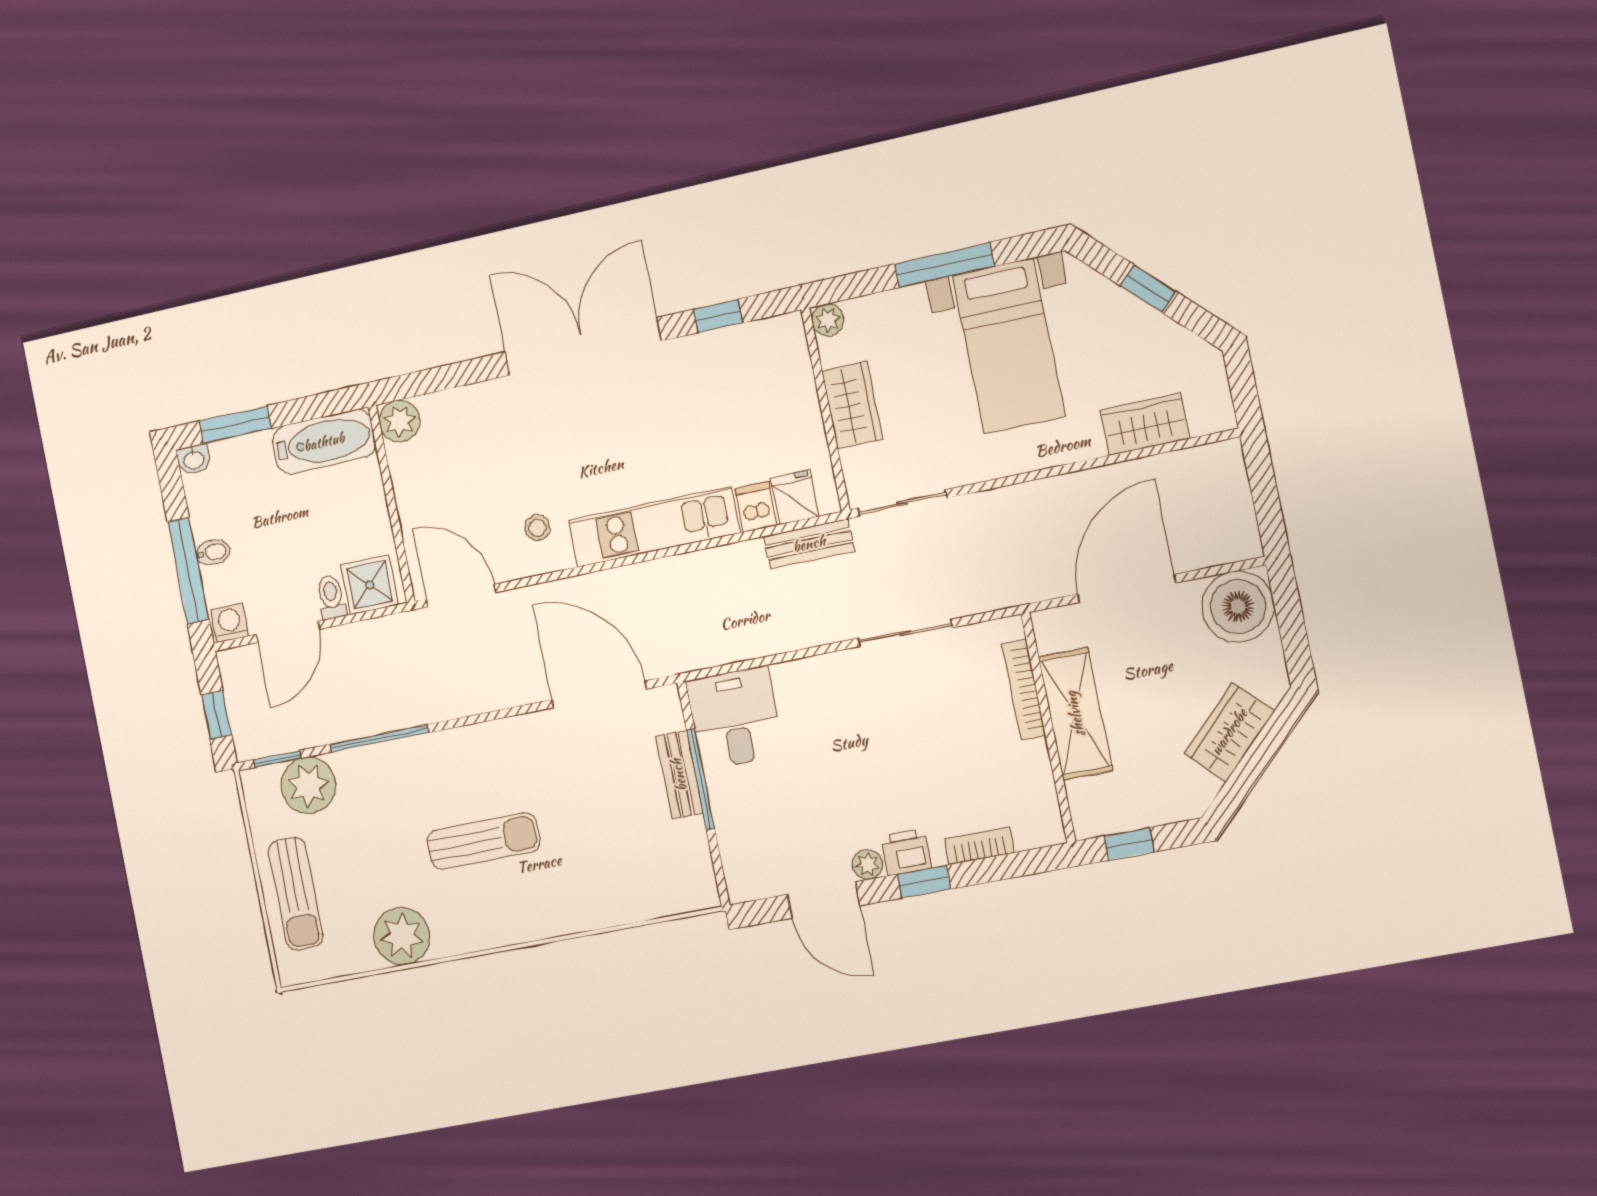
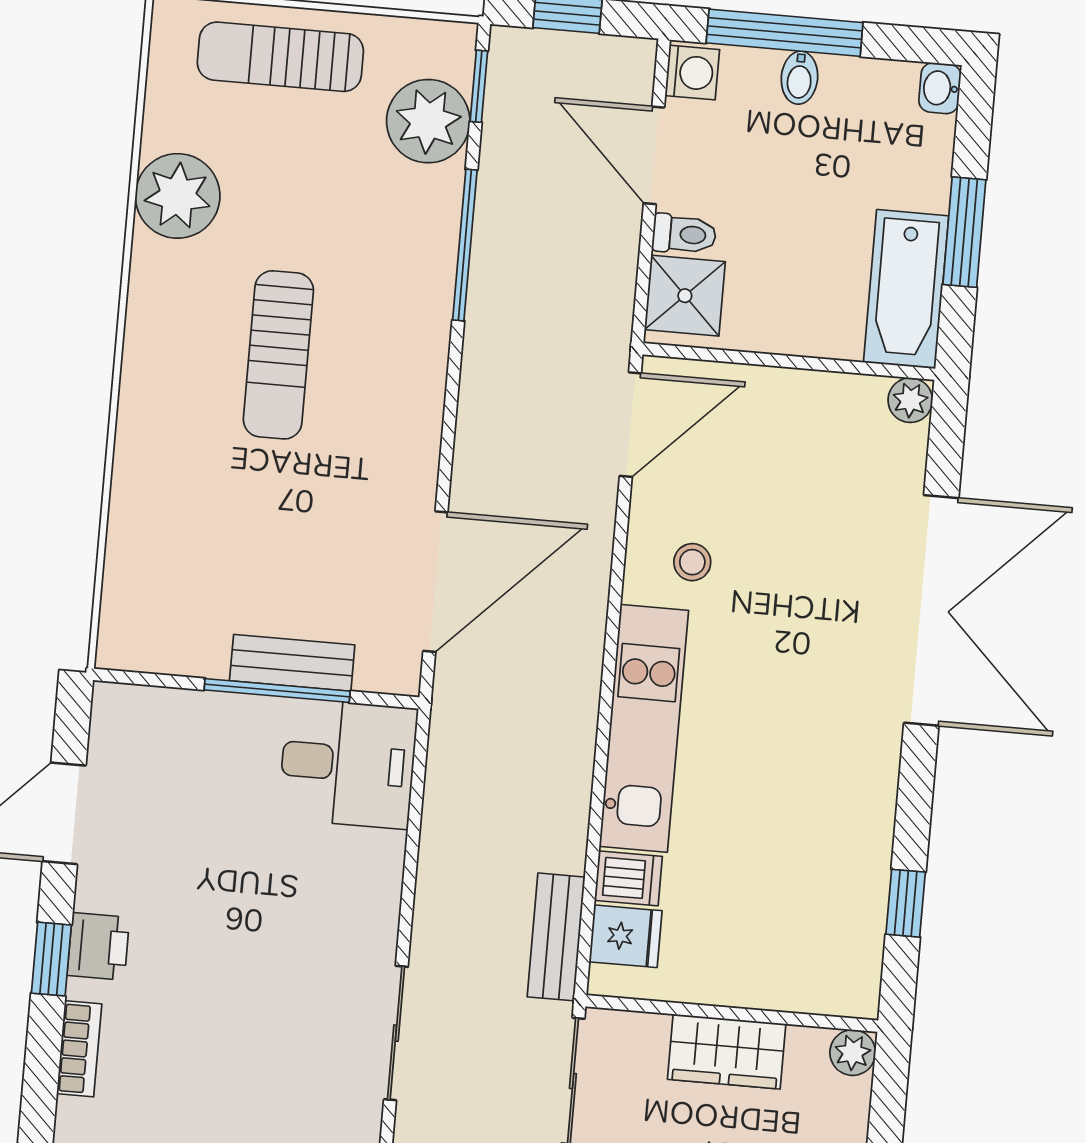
double door: (583, 346) -> (931, 610), moved
plant: (399, 421) -> (910, 400), width x0.73, depth x0.73
window: (235, 425) -> (964, 232), moved
plant: (867, 864) -> (96, 888), removed

